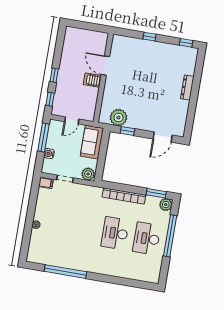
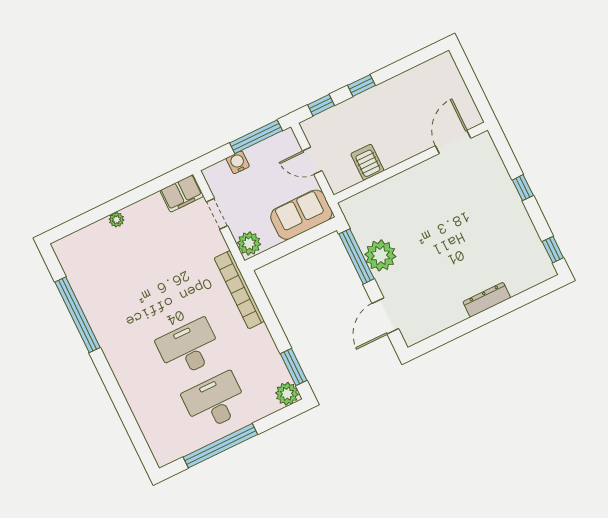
door: (105, 66) -> (453, 142), moved
server rack: (92, 80) -> (367, 162), moved
plant: (118, 118) -> (380, 255), moved
window: (127, 131) -> (357, 256), width x2.17
door: (163, 137) -> (385, 316), hinge flipped
filing cabinet: (46, 183) -> (182, 193), width x2.00
bookcase: (124, 196) -> (239, 290), moved
window: (170, 236) -> (220, 446), moved

